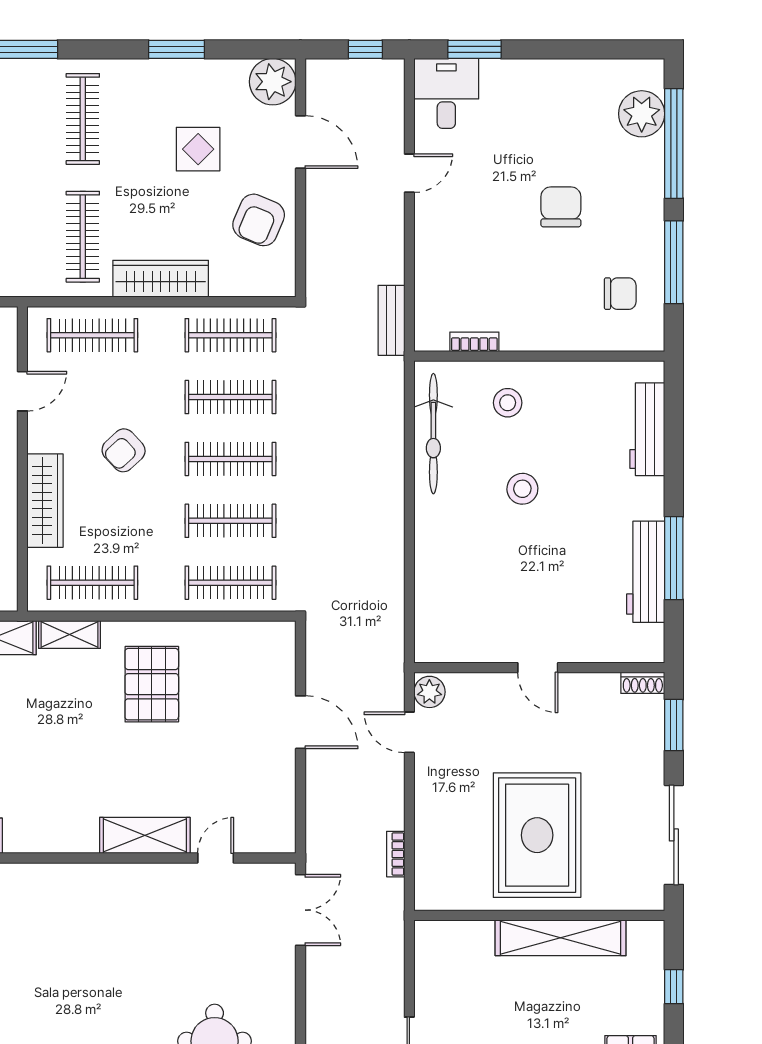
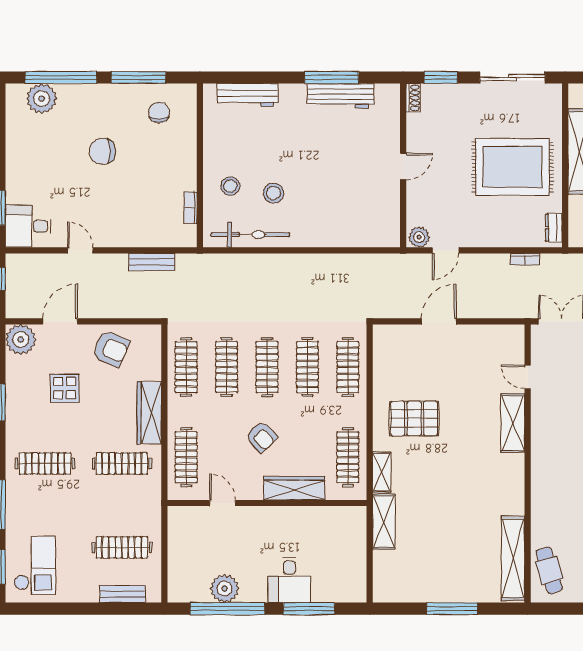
bench: (391, 320) -> (152, 262), moved
stool: (522, 489) -> (274, 193), moved
dresser: (444, 898) -> (554, 228), added

